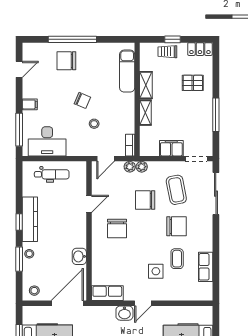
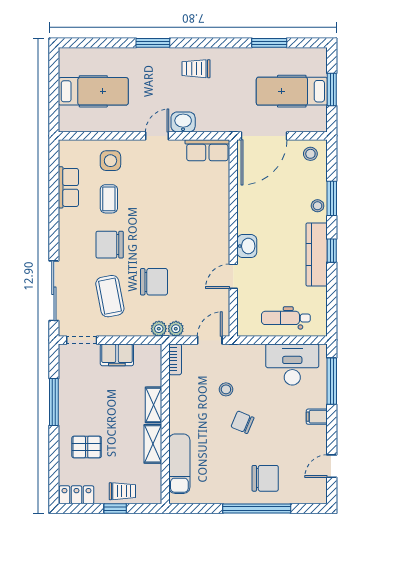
chair: (117, 228) -> (194, 241), removed
washbasin: (79, 256) -> (247, 246), moved
side table: (156, 271) -> (110, 161), moved

